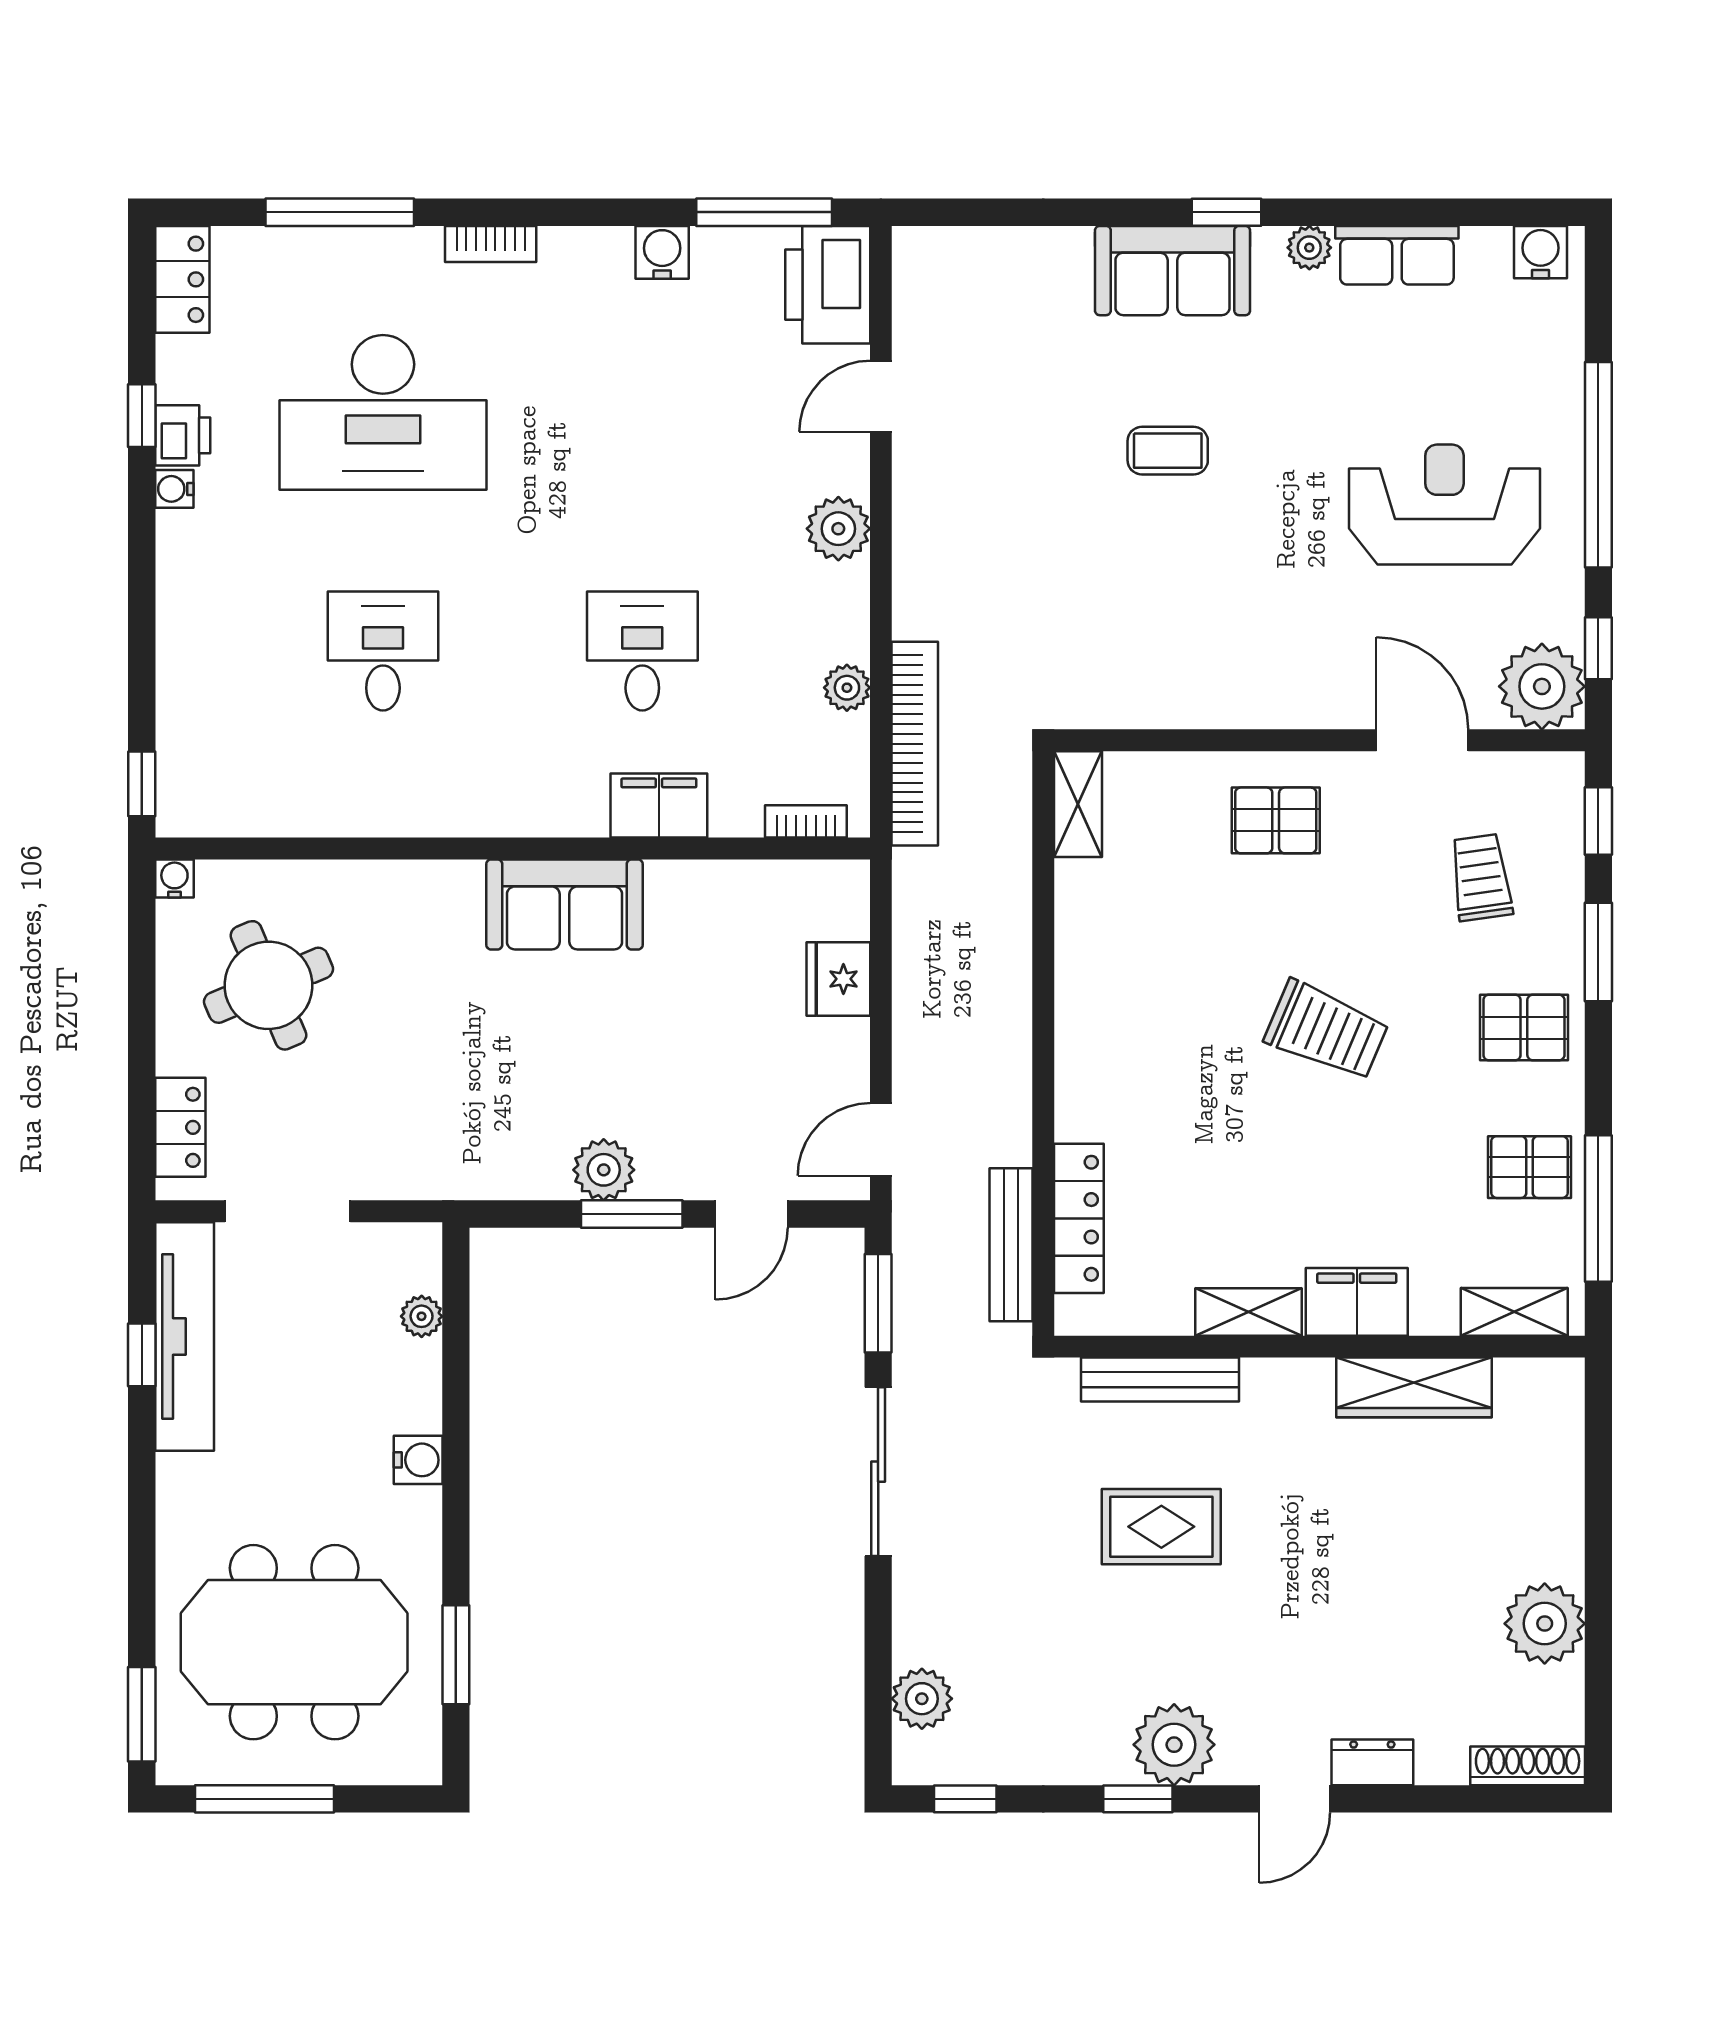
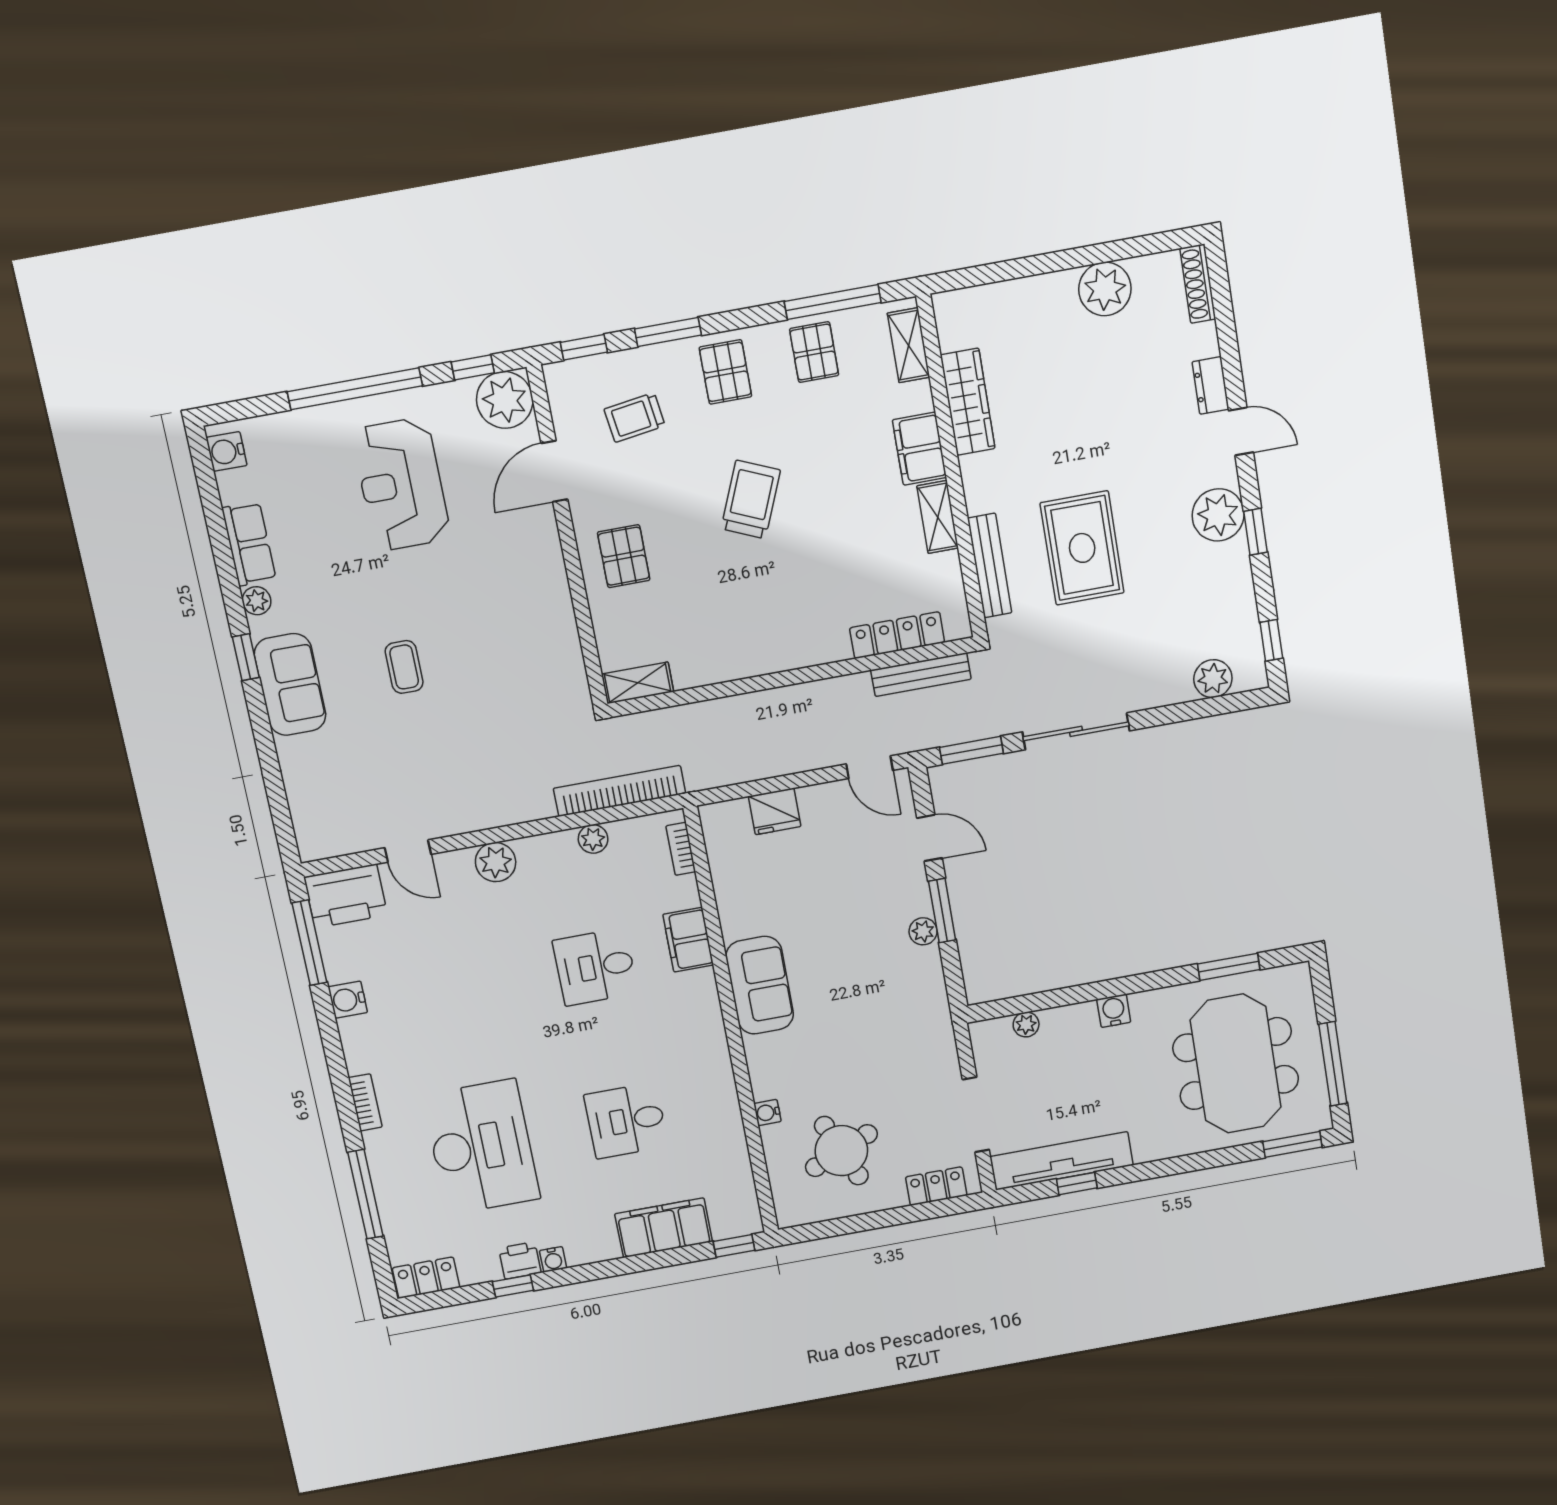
filing cabinet: (194, 677) -> (664, 1228), added
water cooler: (174, 878) -> (767, 1113), moved
plant: (604, 1170) -> (923, 931), width x0.73, depth x0.73
rug: (1161, 1527) -> (1082, 548), width x1.36, depth x1.43

